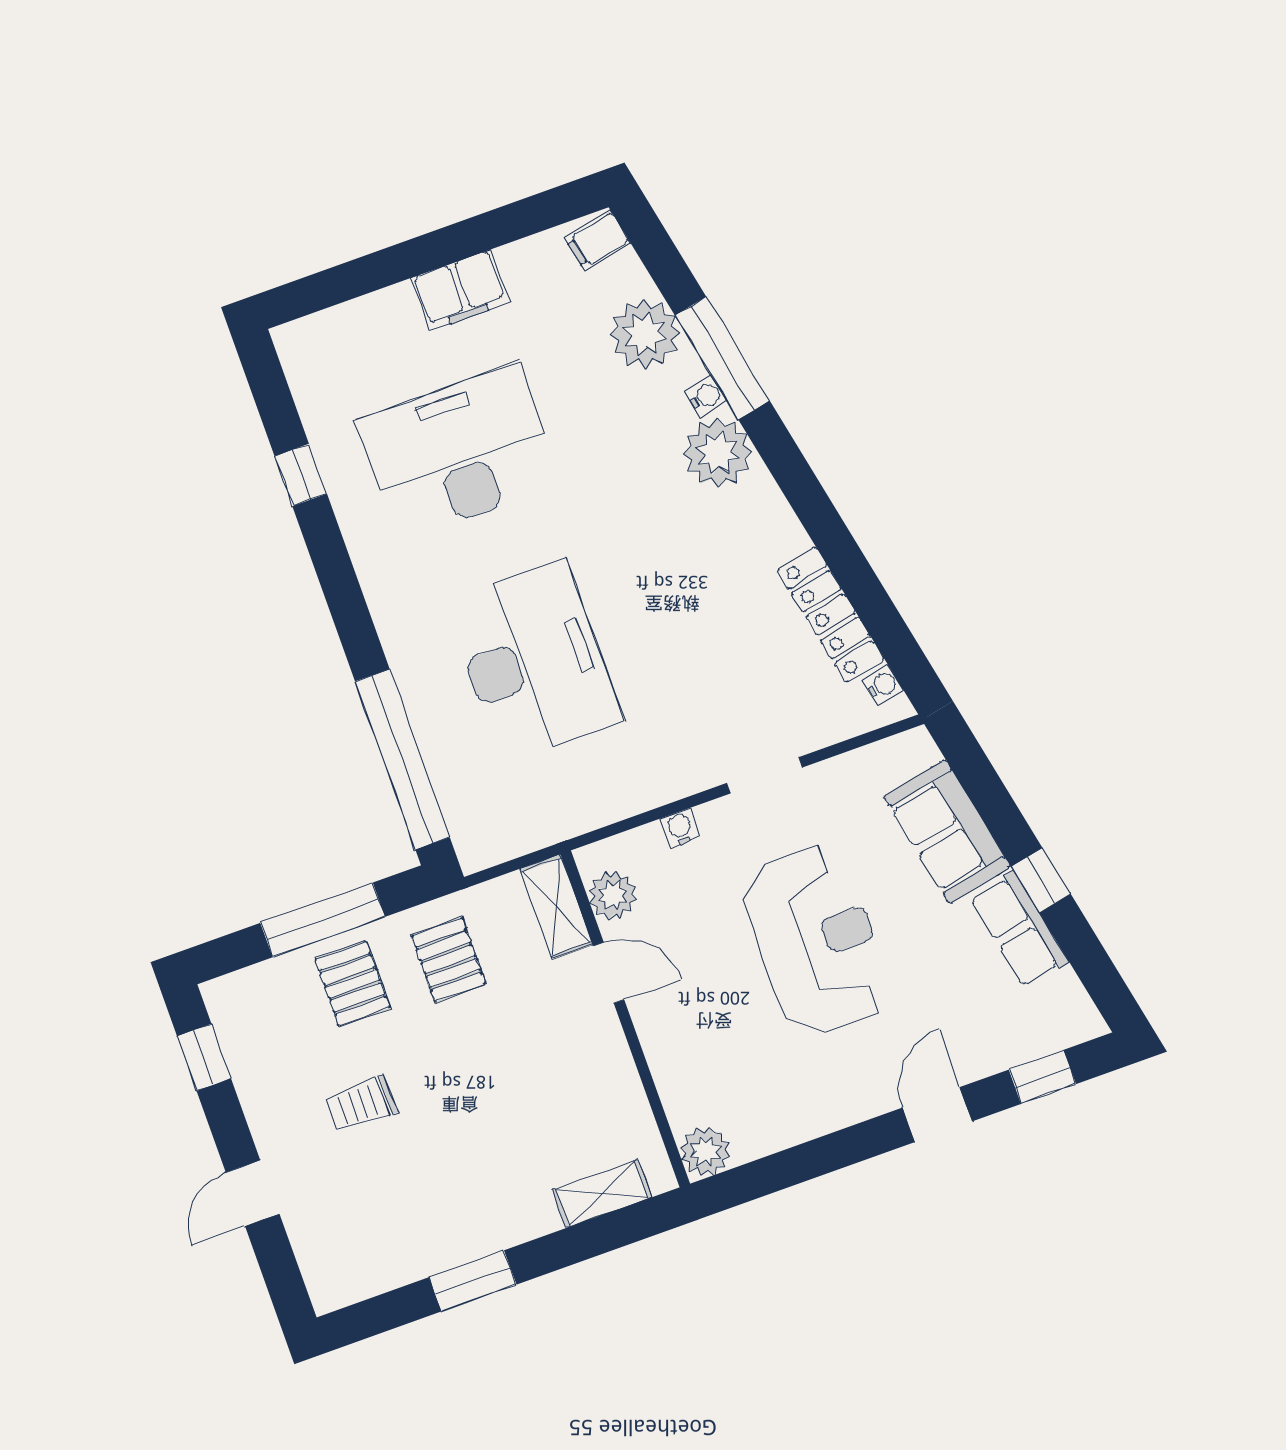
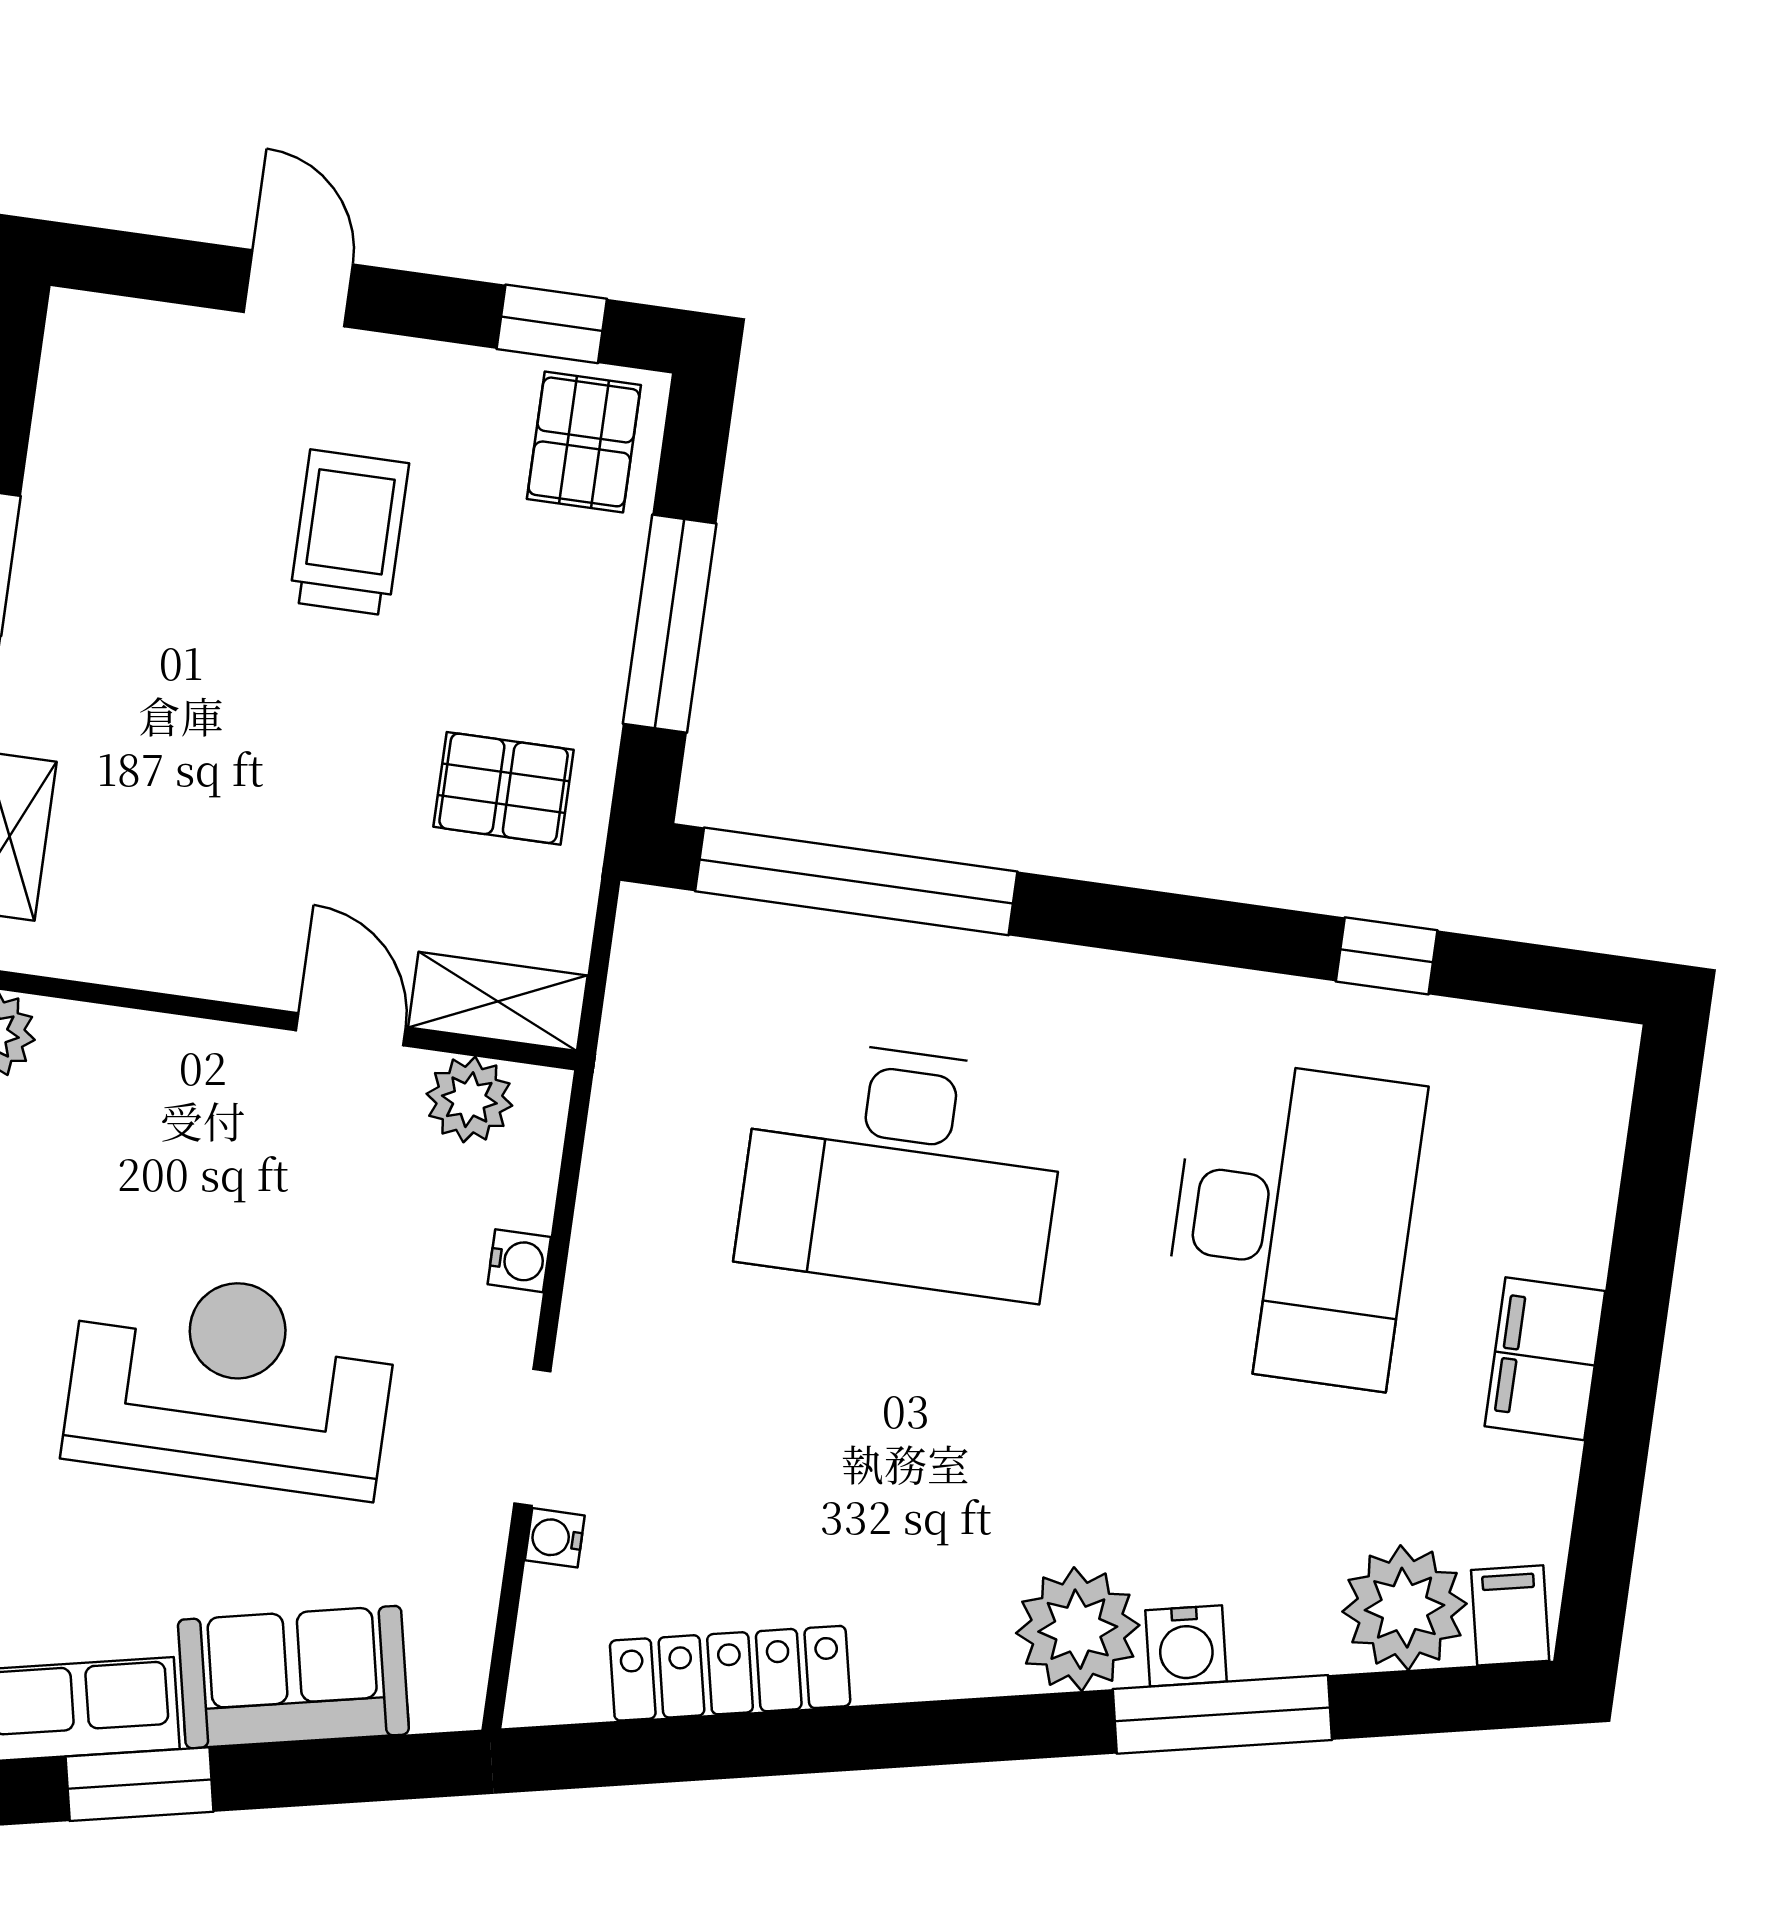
plant: (645, 334) -> (1404, 1608), moved
water cooler: (706, 396) -> (1186, 1646), width x1.38, depth x1.38
water cooler: (883, 685) -> (555, 1538), moved, turned 102
window: (1041, 880) -> (140, 1784), width x1.50
reception desk: (816, 940) -> (230, 1382), turned 180
door: (609, 973) -> (351, 1029), swing flipped
pallet: (353, 984) -> (584, 442), moved, turned 90
trolley: (361, 1104) -> (349, 533), width x1.36, depth x1.39

